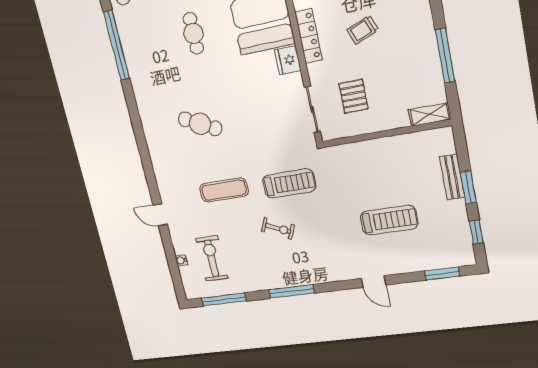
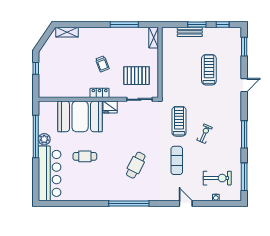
locker: (308, 36) -> (100, 93), width x0.66
window: (116, 45) -> (129, 203), moved
pallet: (354, 96) -> (137, 76), width x1.50, depth x1.42
door: (160, 215) -> (186, 203), swing flipped
exercise bike: (212, 258) -> (217, 178), turned 180

